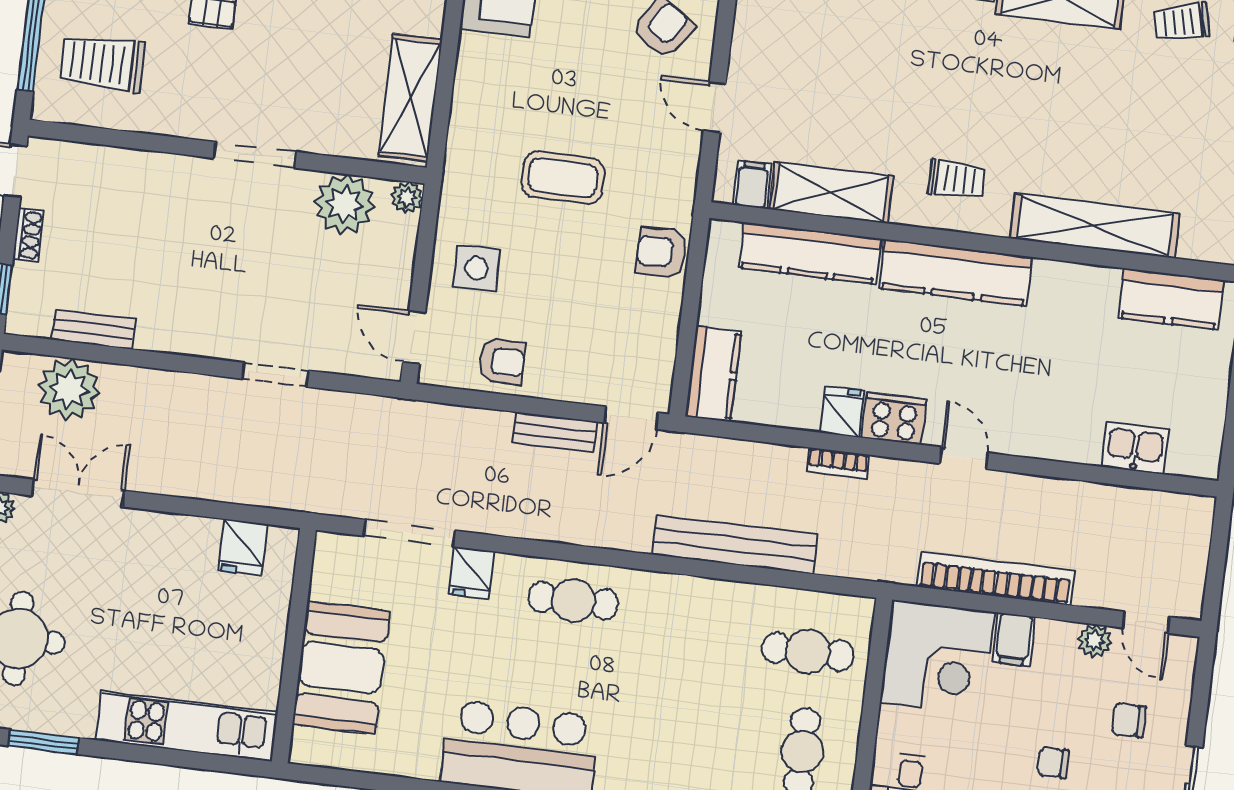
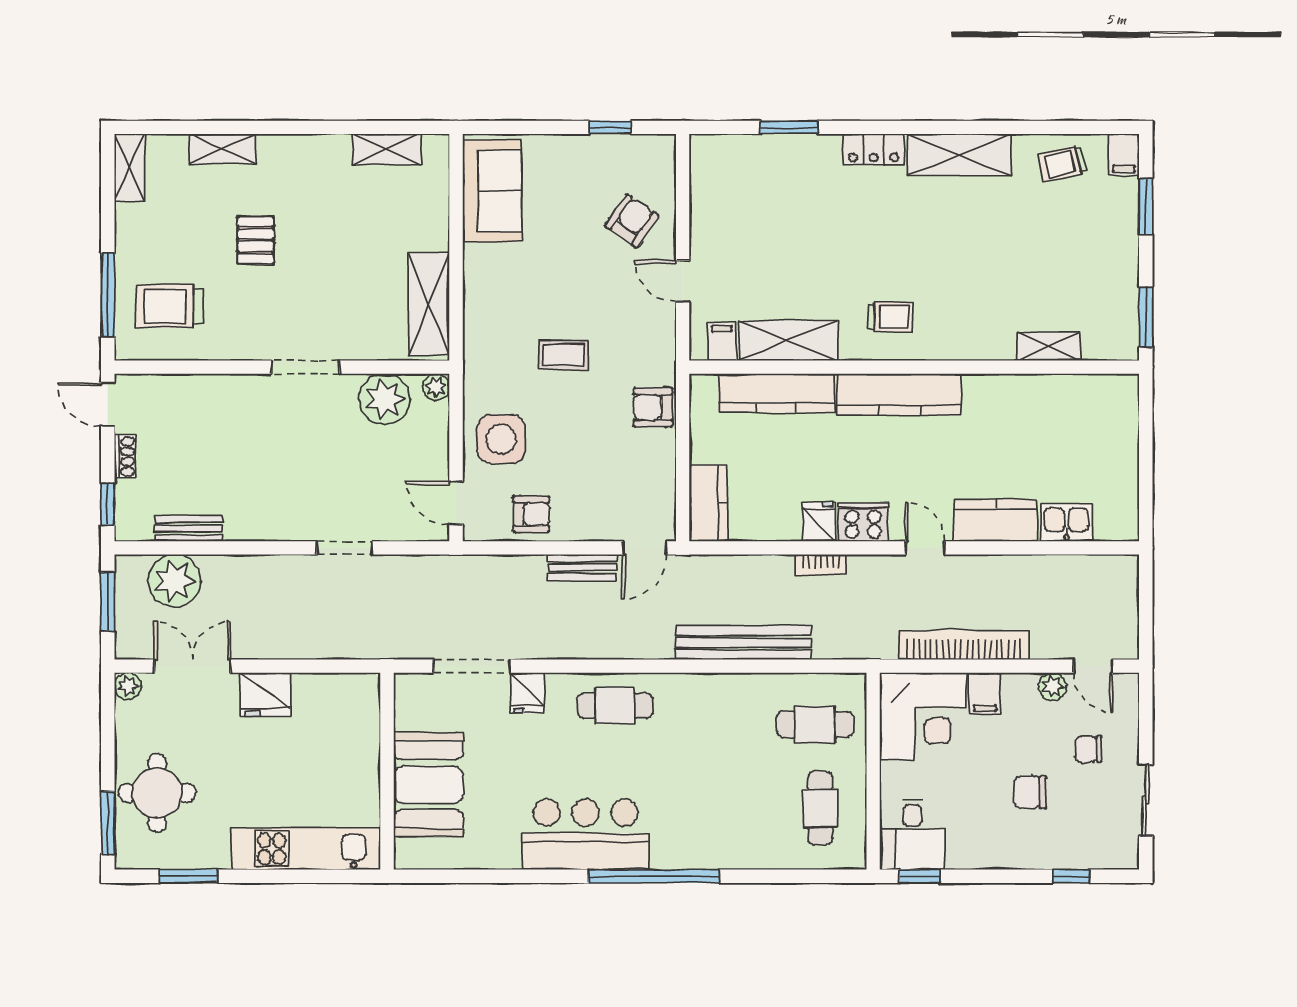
coffee table: (563, 178) -> (564, 355), width x0.73, depth x0.77
shelving: (1095, 226) -> (1048, 346), width x0.45, depth x0.75
side table: (477, 268) -> (501, 439), width x1.37, depth x1.37
kitchen counter: (1171, 299) -> (996, 520), moved, turned 180
fridge: (243, 547) -> (265, 694), moved, width x1.38
chair: (1053, 763) -> (1030, 792), width x1.37, depth x1.37

